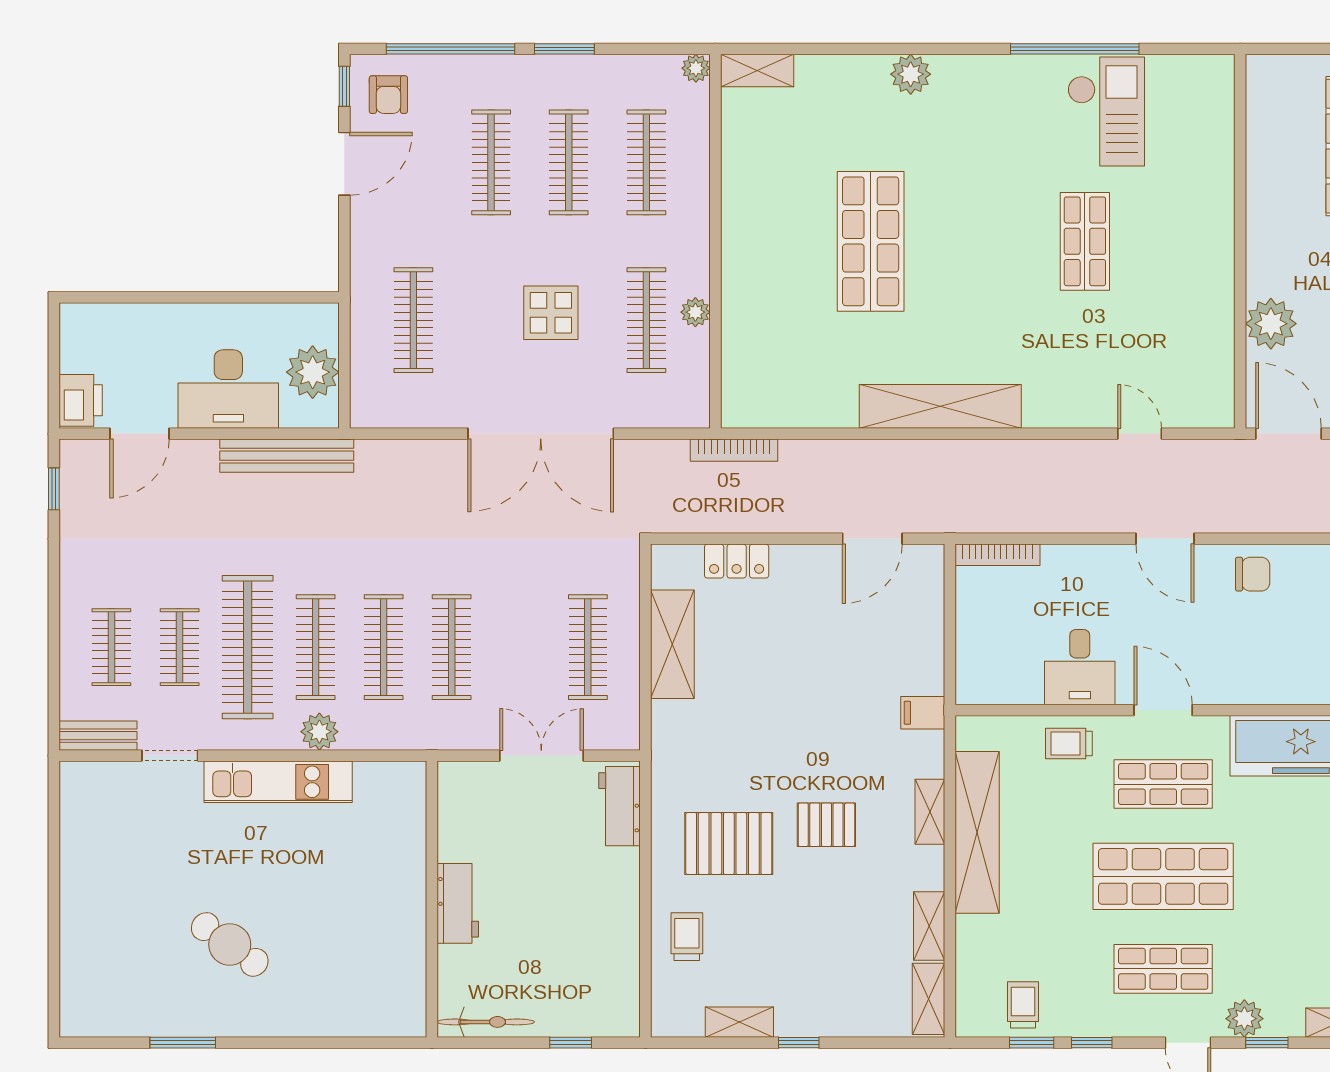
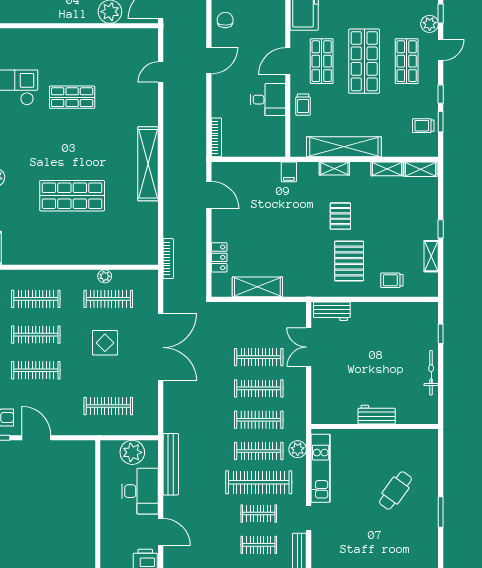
clothes rail: (588, 647) -> (259, 357), moved
wall: (432, 899) -> (375, 426), moved
workbench: (458, 903) -> (377, 415), moved

